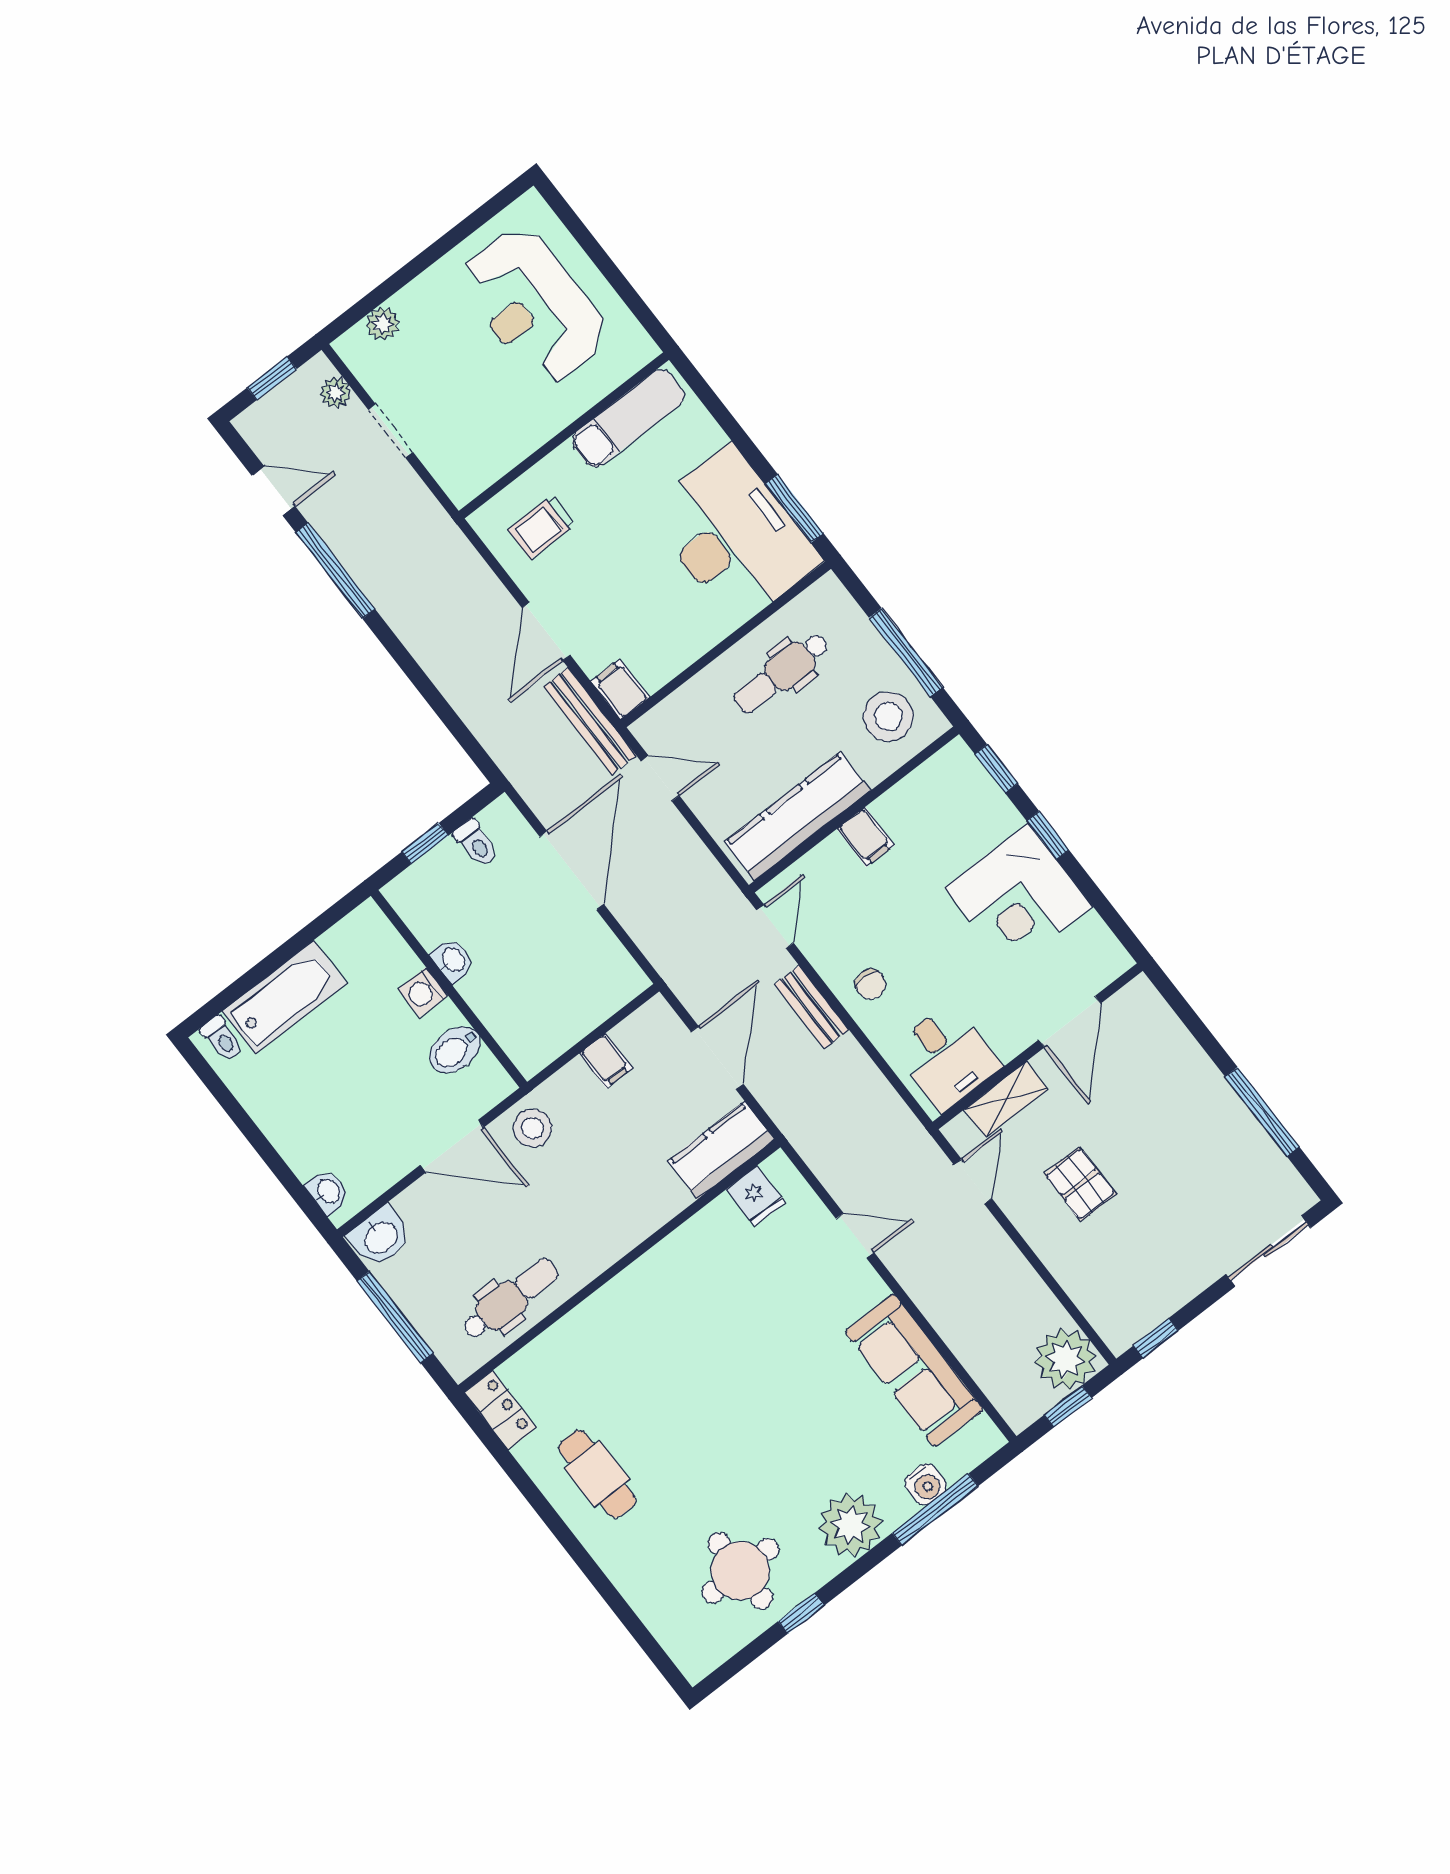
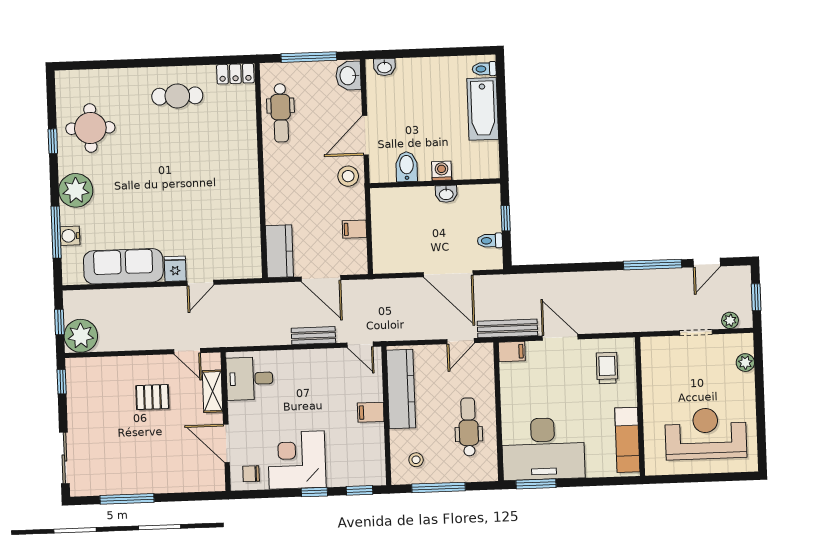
stool: (888, 717) -> (416, 460), width x0.53, depth x0.53
chair: (871, 984) -> (251, 474), moved
fridge: (756, 1196) -> (175, 269), moved, turned 90

